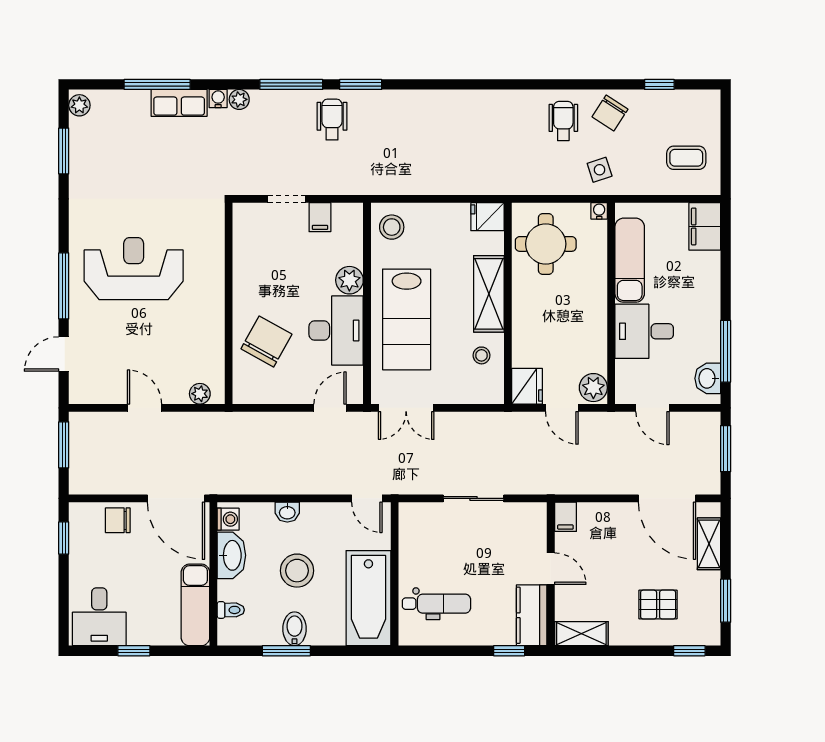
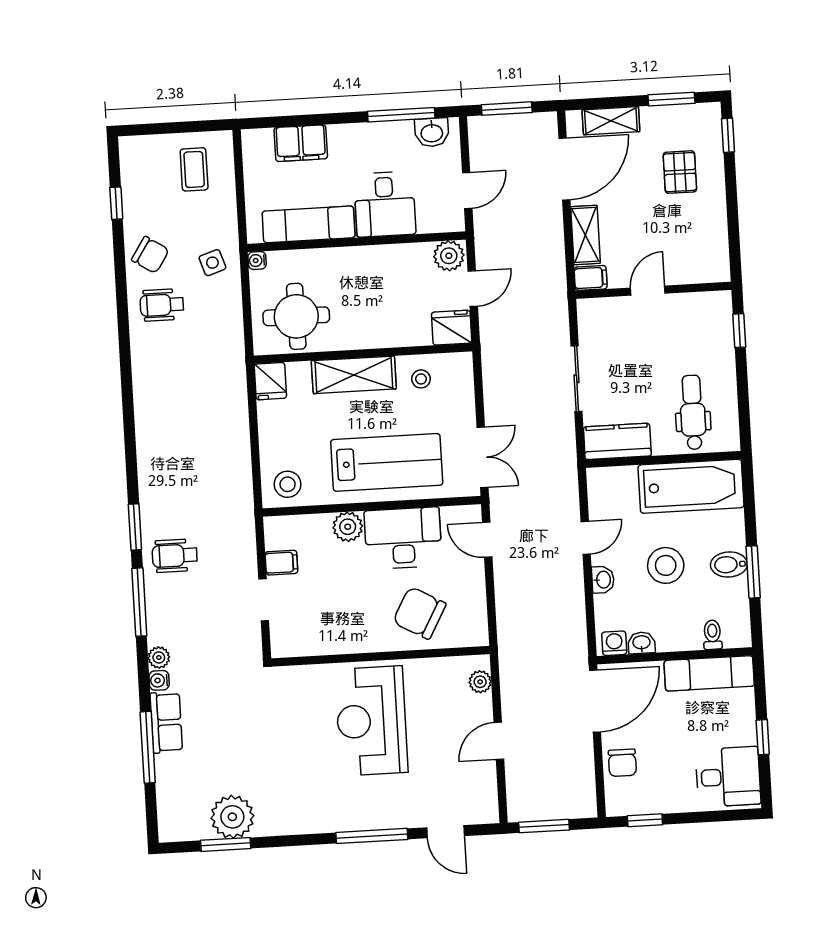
plant: (79, 105) -> (232, 817), moved, width x1.87, depth x1.87
filing cabinet: (705, 226) -> (301, 143), moved
reception desk: (134, 269) -> (371, 721), moved
door: (367, 498) -> (586, 538), moved
washbasin: (231, 555) -> (641, 643), width x0.52, depth x0.69
kitchen counter: (532, 615) -> (617, 441), moved, turned 180
shelving: (581, 634) -> (585, 235), moved

